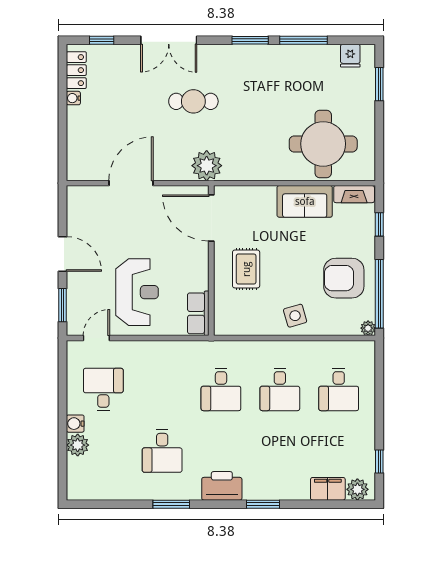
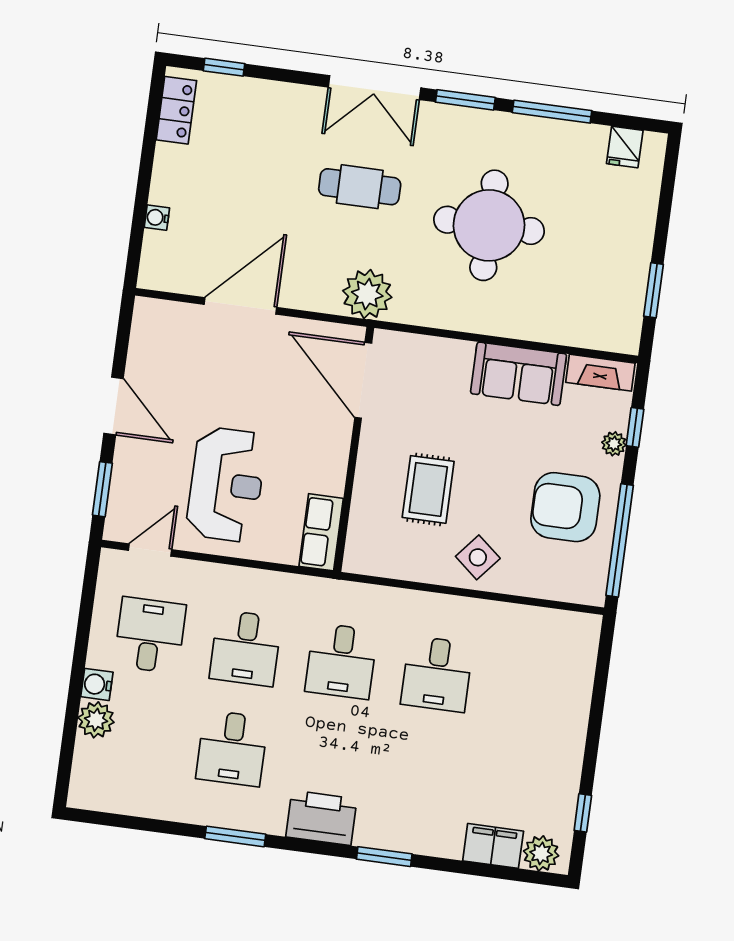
double door: (169, 40) -> (375, 88), moved
window: (379, 84) -> (653, 290), moved
water cooler: (73, 98) -> (157, 218), moved
round table: (323, 144) -> (489, 225), moved
rug: (246, 269) -> (428, 489), moved
side table: (295, 316) -> (478, 557), turned -34
plant: (368, 328) -> (614, 444), moved
desk: (339, 389) -> (246, 648), moved

